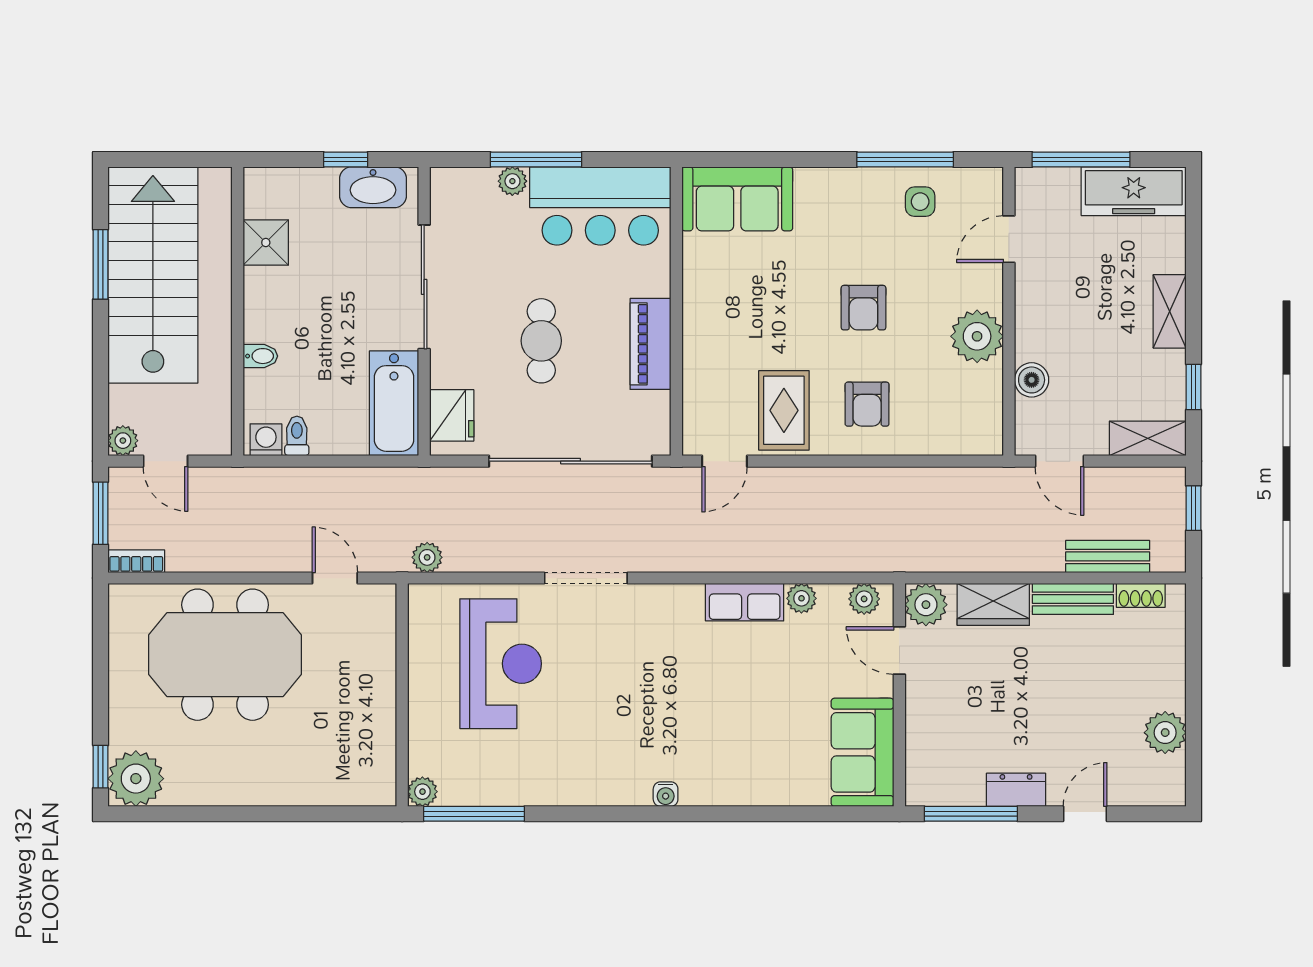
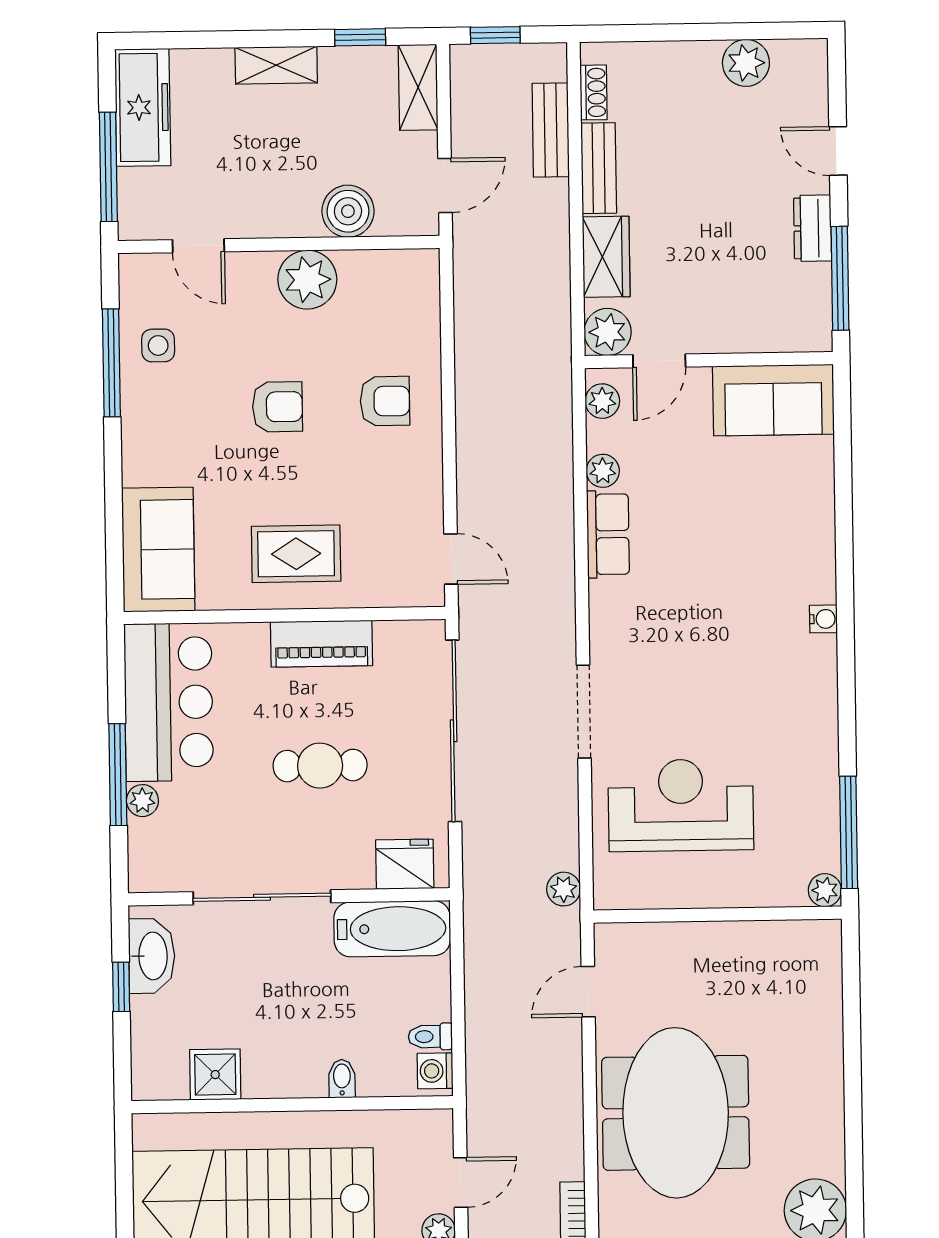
boiler: (1032, 380) -> (348, 211), width x1.36, depth x1.36
rug: (784, 410) -> (296, 554), moved

